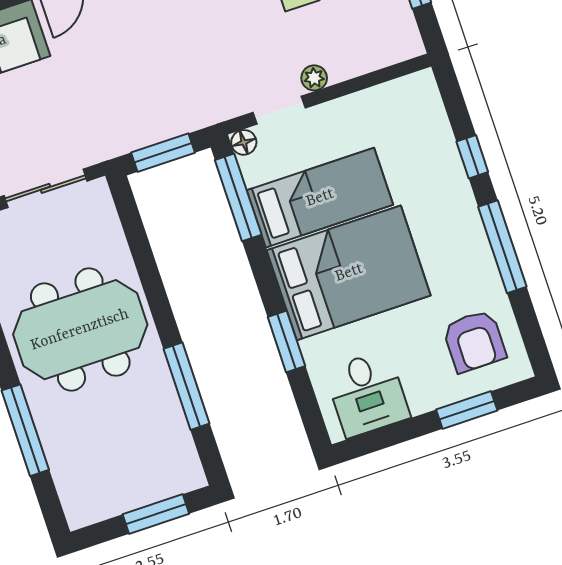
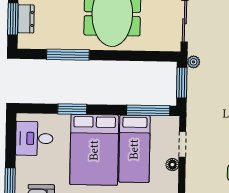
plant: (314, 78) -> (194, 62), moved
floor lamp: (244, 142) -> (172, 165), moved
dresser: (147, 489) -> (26, 19), added

